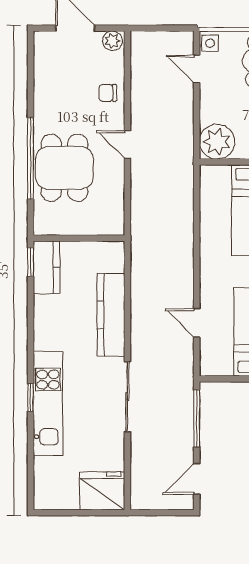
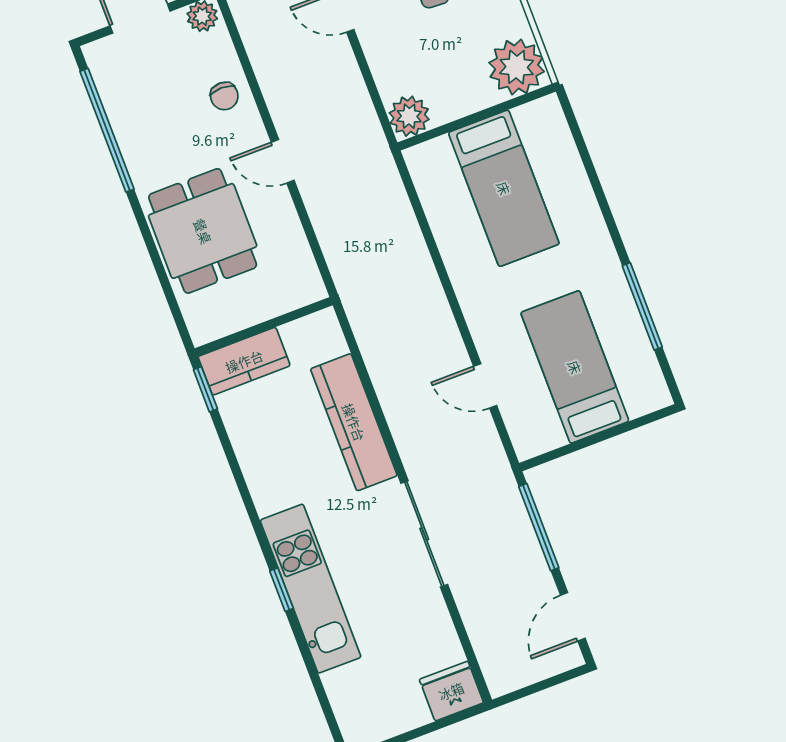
chair: (108, 93) -> (224, 96), turned -90
plant: (217, 142) -> (409, 116), width x0.73, depth x0.73
window: (31, 158) -> (107, 130), moved
kitchen counter: (47, 267) -> (244, 361), moved, turned 90
fridge: (102, 491) -> (451, 691), width x0.73, depth x0.75

